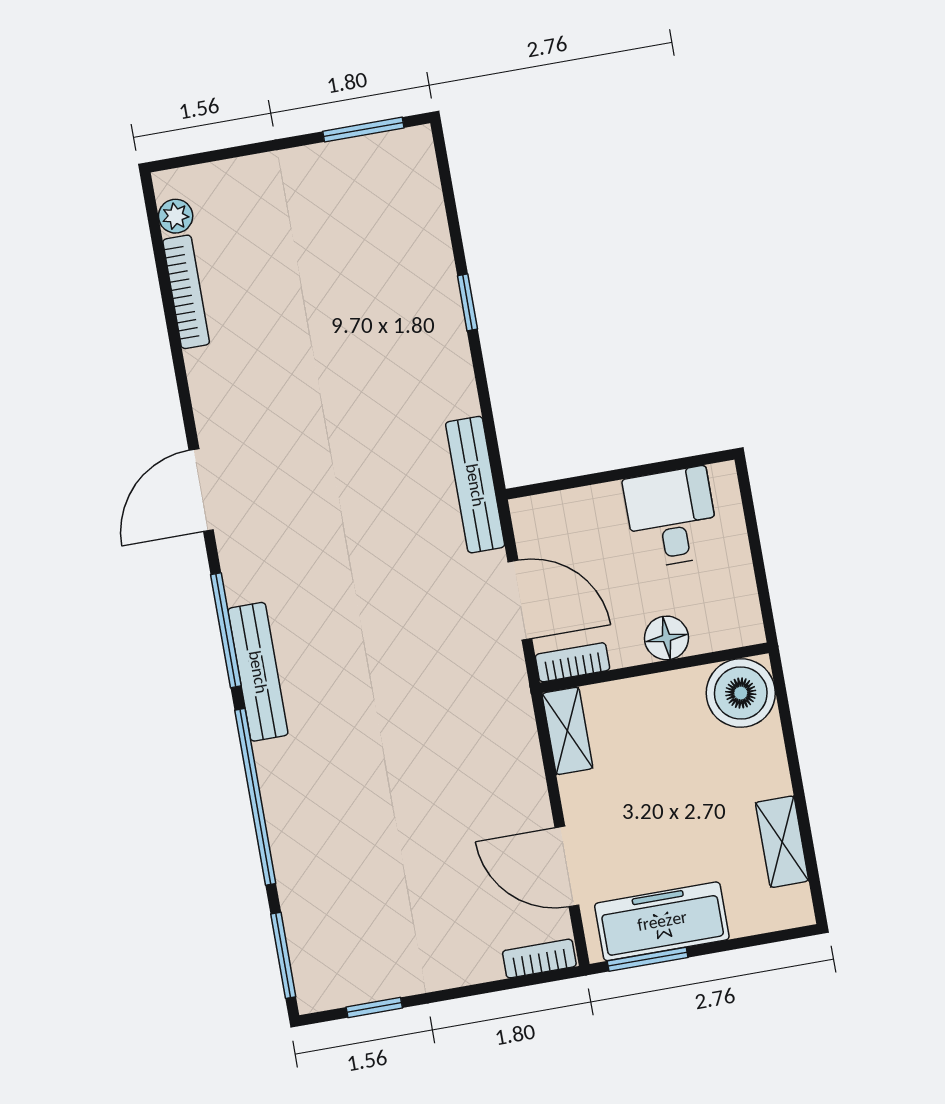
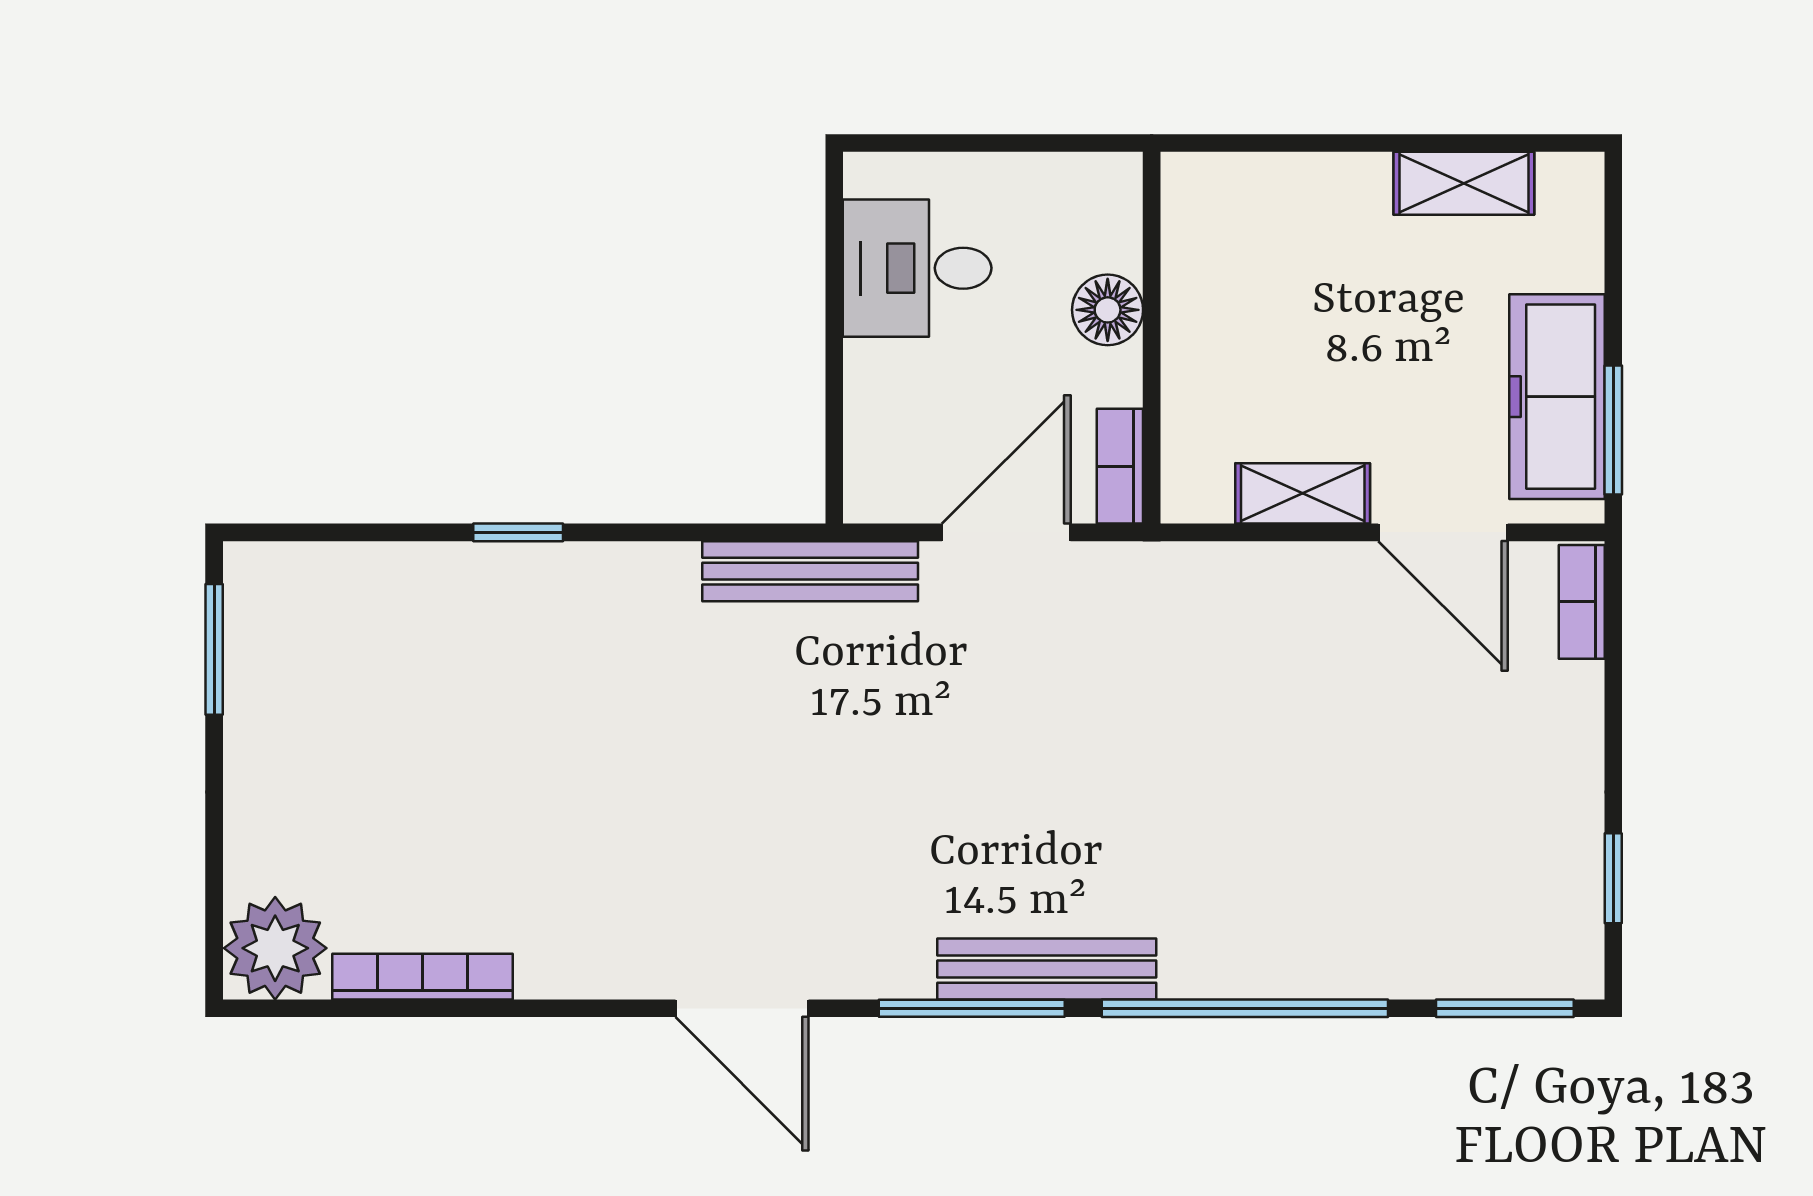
plant: (176, 216) -> (275, 948), width x1.88, depth x1.88
boiler: (741, 693) -> (1216, 207), removed
shelving: (567, 731) -> (1303, 493), moved
door: (567, 866) -> (1443, 532), hinge flipped

